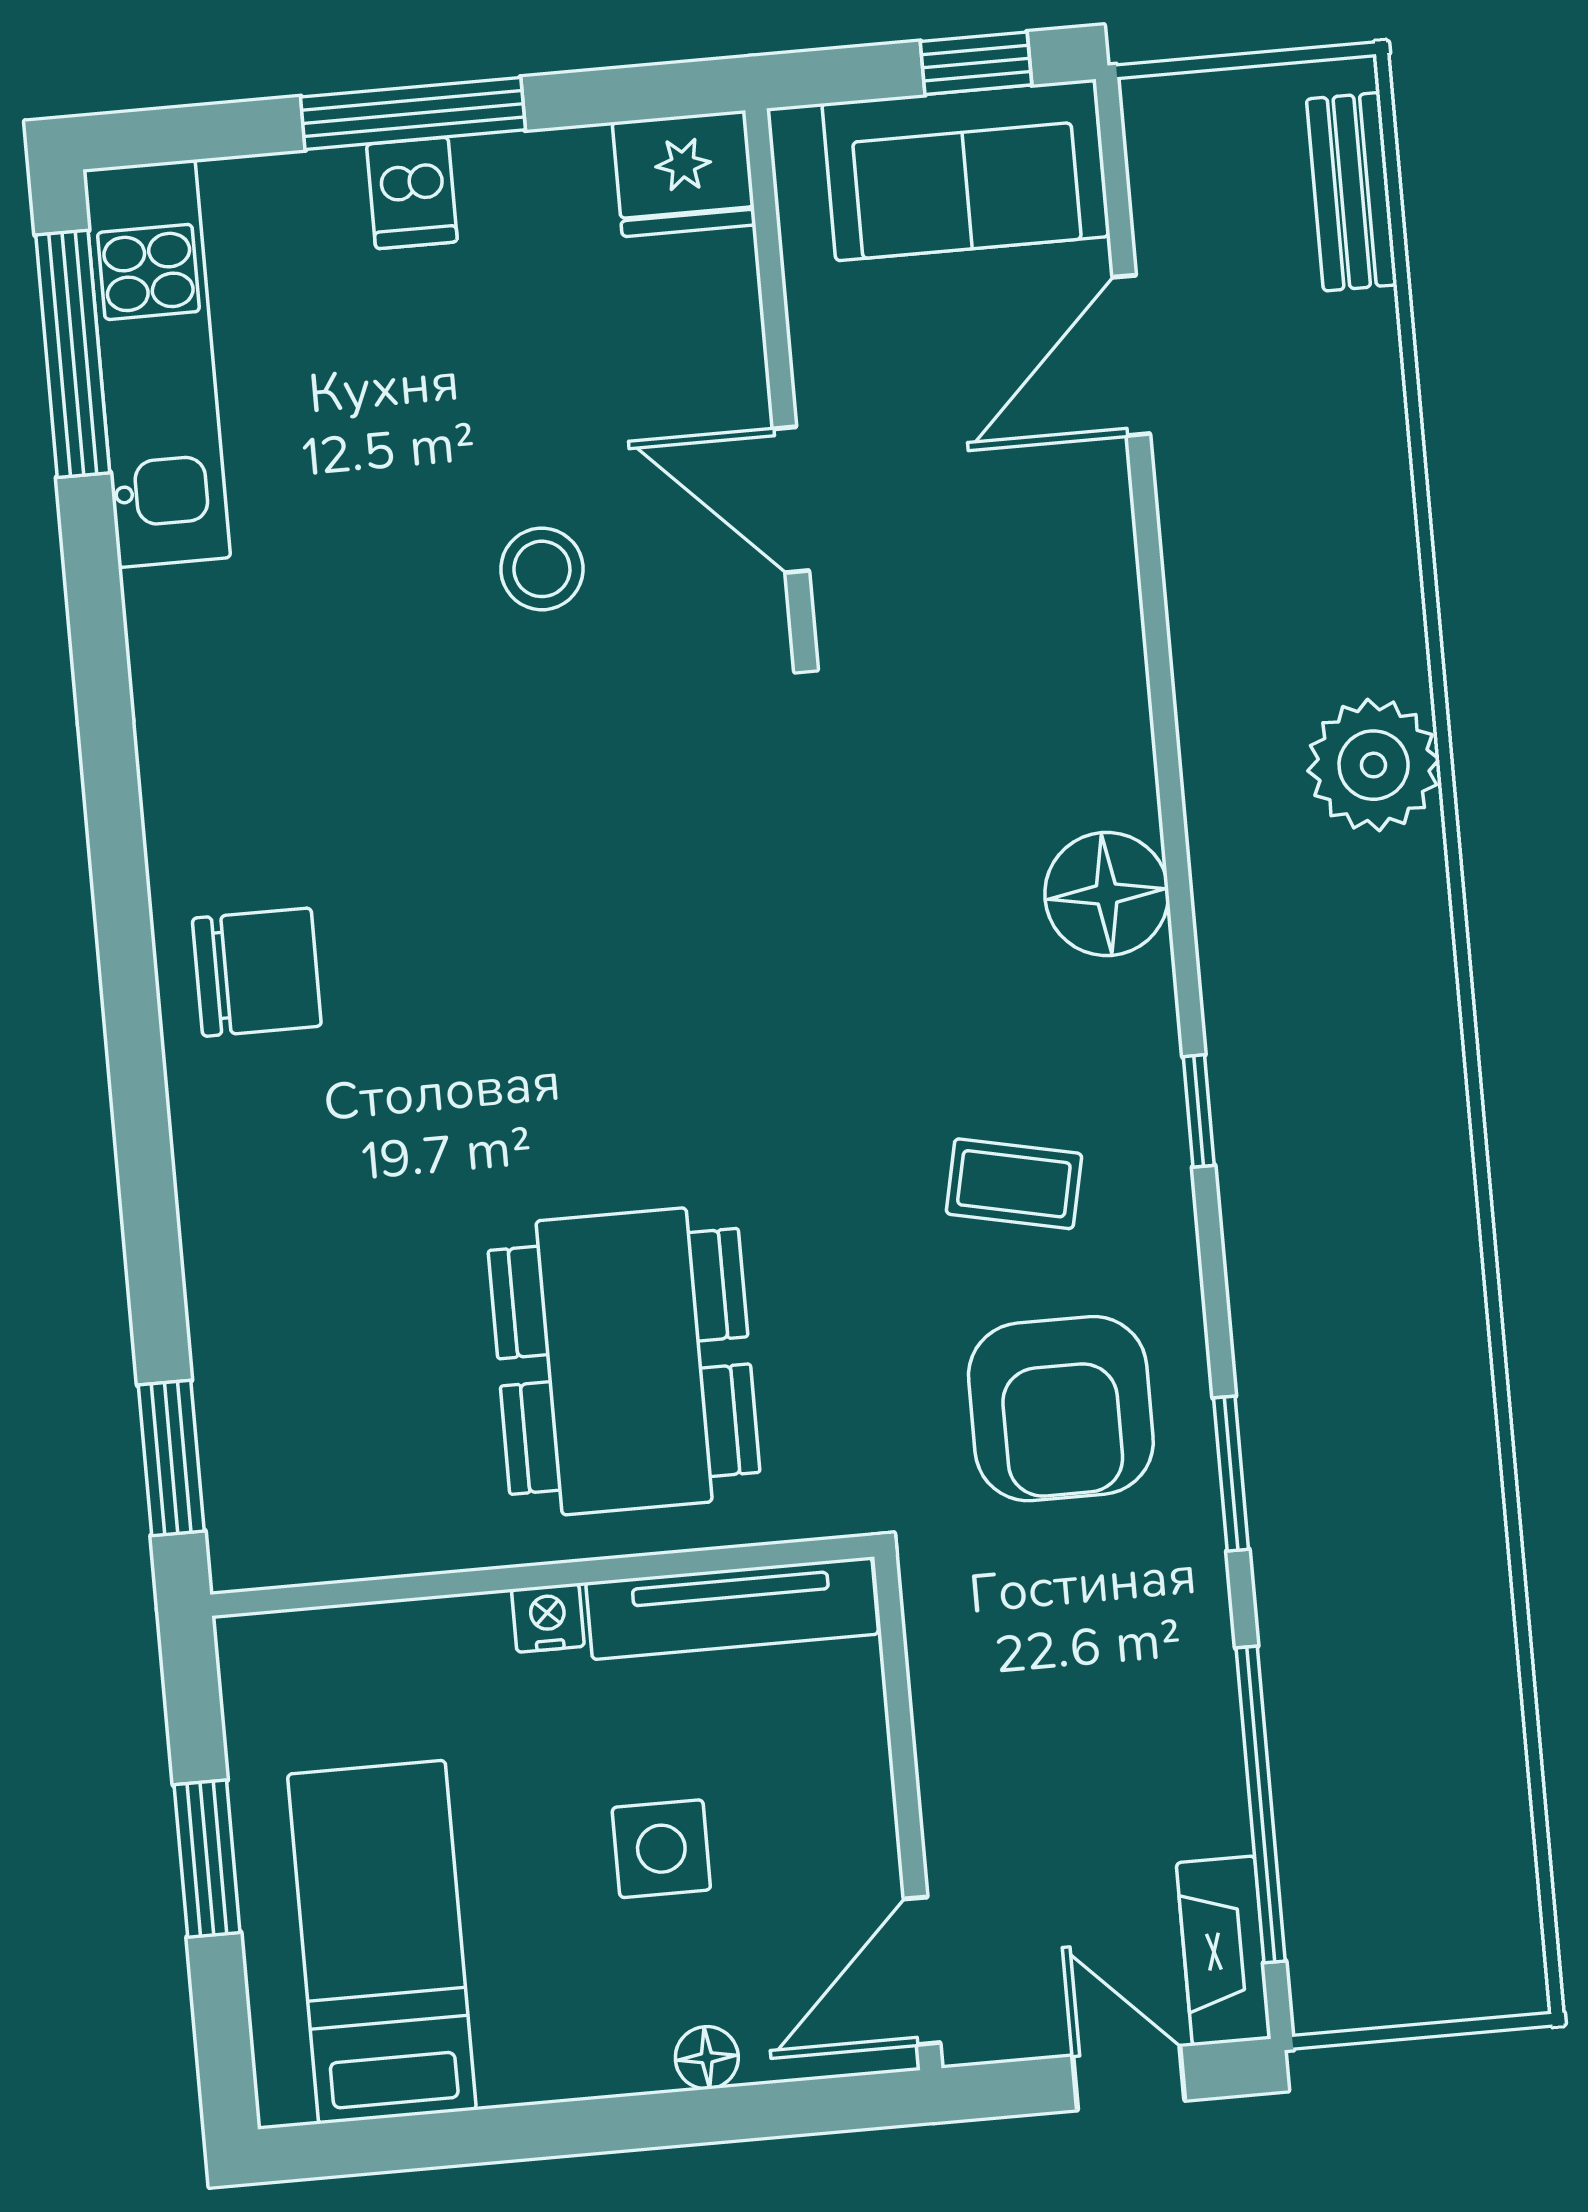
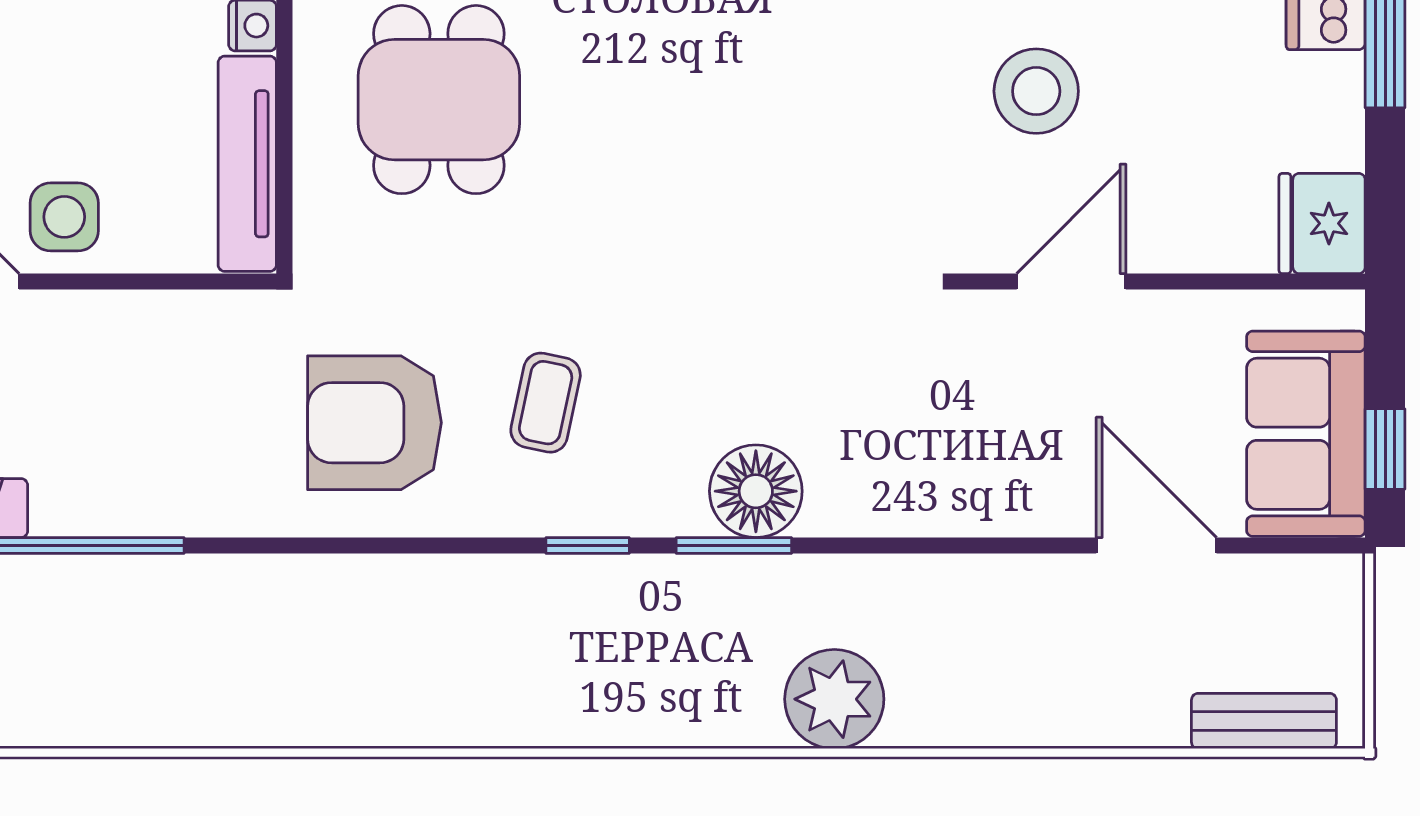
stool: (542, 569) -> (1036, 91), width x1.38, depth x1.38
dining table: (624, 1361) -> (439, 100), width x0.73
window: (1231, 1474) -> (734, 545), moved
side table: (661, 1849) -> (64, 217), moved

